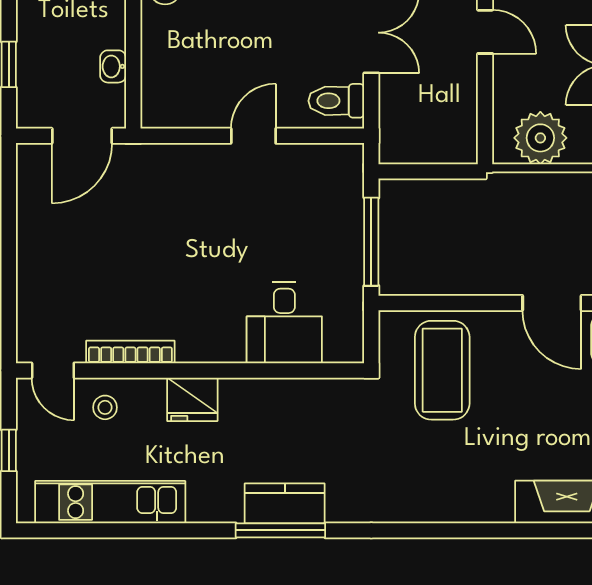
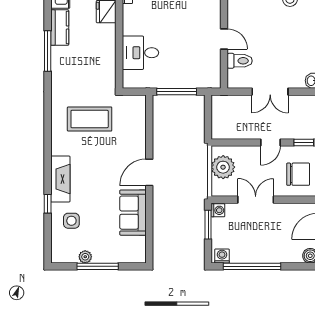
toilet: (336, 101) -> (240, 61), moved, turned 90
coffee table: (442, 370) -> (90, 119), moved
kitchen counter: (285, 503) -> (60, 28), moved

